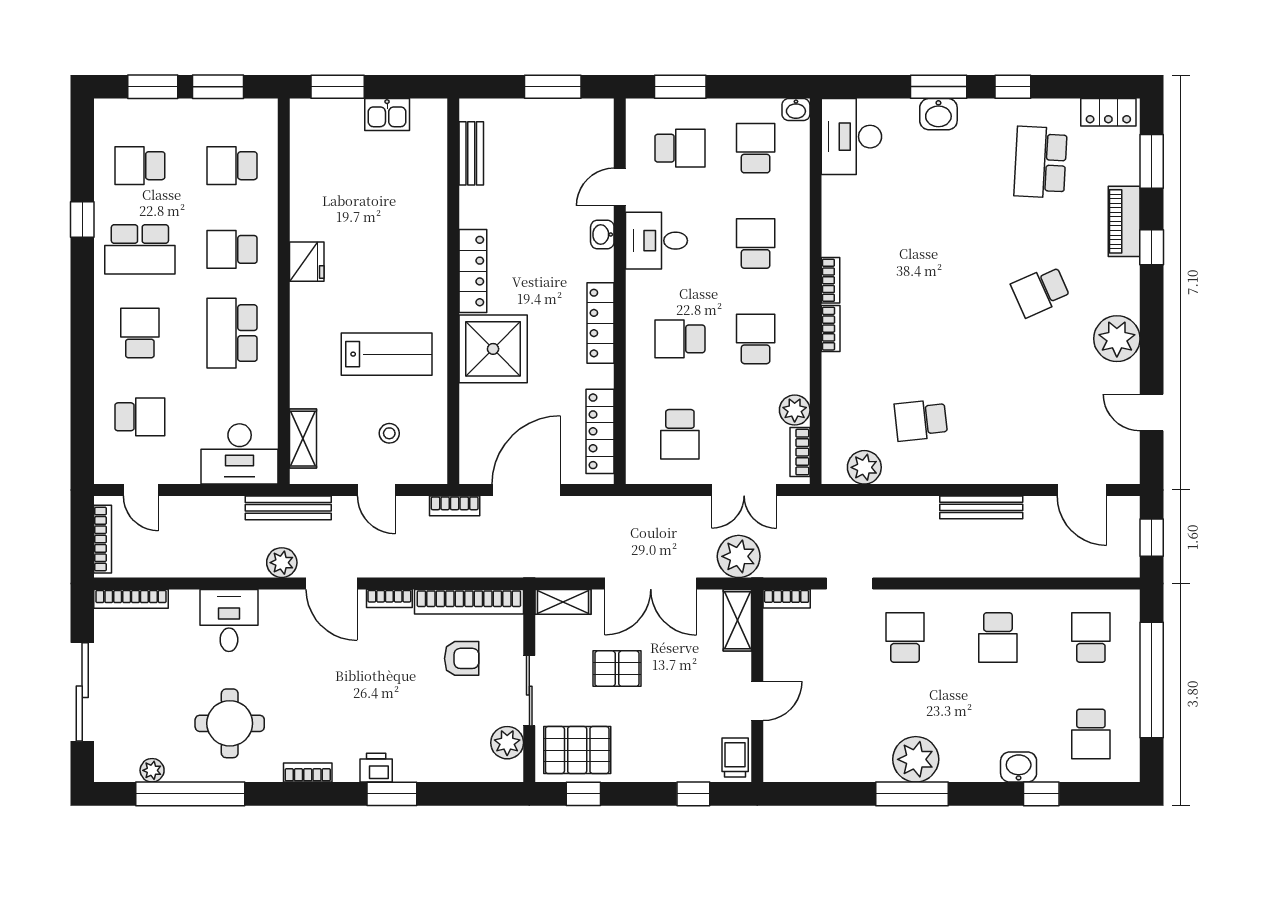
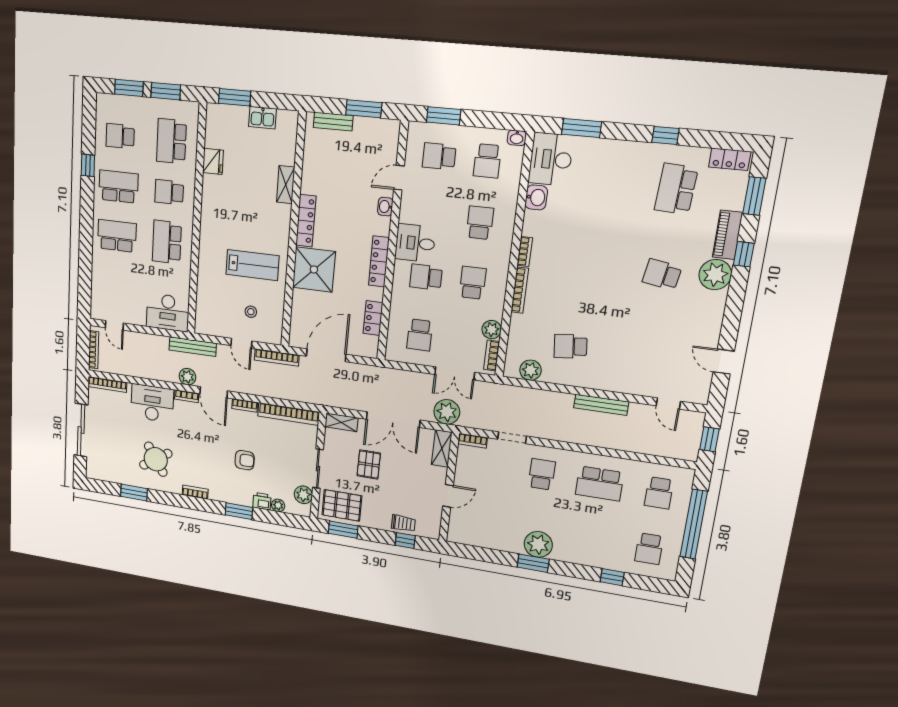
window: (939, 87) -> (581, 128), moved
washbasin: (938, 114) -> (536, 197), moved, turned -90
school desk: (680, 148) -> (439, 156), turned 180
school desk: (756, 148) -> (487, 161), turned 180
bench: (471, 153) -> (333, 122), moved, turned 90
school desk: (232, 166) -> (171, 141), width x1.85
desk: (656, 241) -> (415, 243), moved
school desk: (140, 249) -> (118, 187), turned 180
fridge: (307, 262) -> (213, 161), moved
school desk: (1040, 291) -> (662, 275), turned 33
bookcase: (831, 329) -> (520, 290), width x1.56
school desk: (140, 333) -> (117, 236), width x1.85
plant: (1117, 339) -> (715, 275), moved
school desk: (140, 417) -> (115, 284), removed
locker: (600, 431) -> (373, 318), width x0.66
shelving: (303, 439) -> (286, 185), moved
door: (1082, 490) -> (668, 403), width x0.73
bookcase: (455, 506) -> (277, 357), width x1.56
bookcase: (282, 598) -> (187, 396), added
desk: (229, 620) -> (152, 403), width x1.37
school desk: (998, 637) -> (600, 484), width x1.85
school desk: (1091, 637) -> (659, 493), turned 180
armchair: (462, 658) -> (245, 460), moved
pallet: (617, 669) -> (369, 464), turned 90
round table: (230, 723) -> (156, 459), turned -33
trolley: (735, 757) -> (403, 523), moved, turned 90
washbasin: (1019, 767) -> (601, 560), removed
printer: (376, 768) -> (262, 501), moved
plant: (152, 770) -> (278, 505), moved
window: (190, 794) -> (134, 493), width x0.47
window: (583, 794) -> (343, 530), width x1.50
window: (912, 794) -> (533, 563), width x0.69

